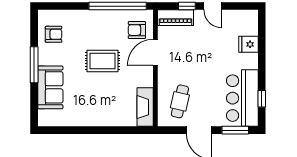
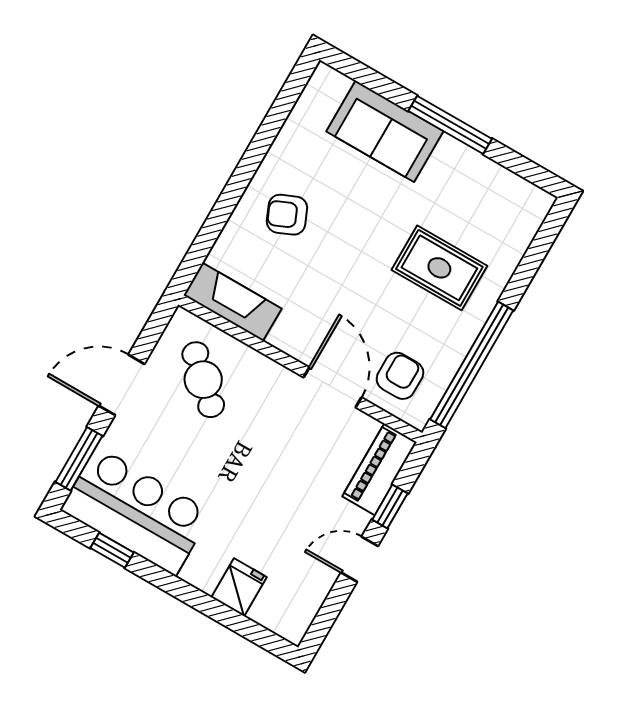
armchair: (54, 34) -> (287, 215), moved, turned 67
rug: (102, 61) -> (439, 268), moved, turned 90
cafe table: (180, 101) -> (203, 380), turned 30

